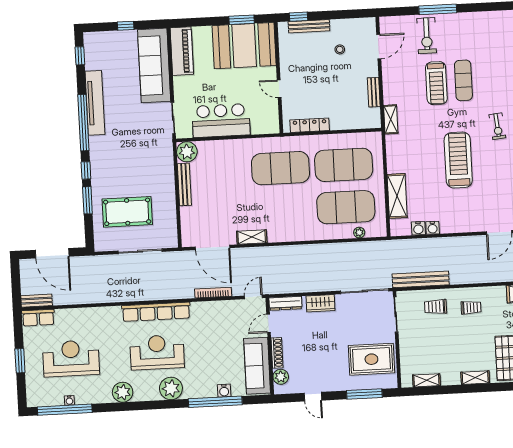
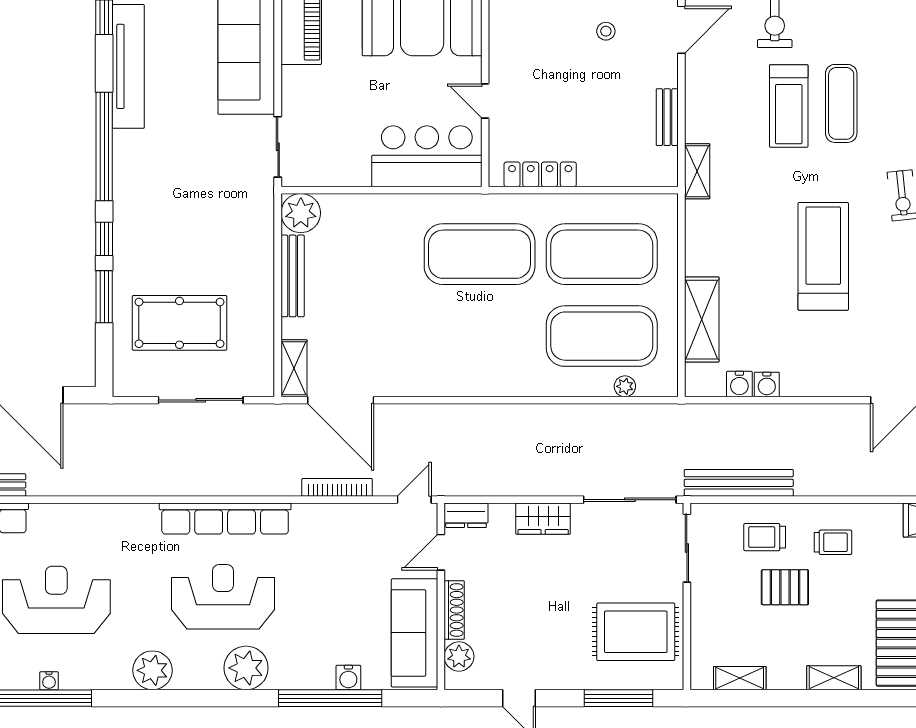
tv unit: (95, 103) -> (128, 66), moved
bar counter: (221, 120) -> (427, 156), moved
shelving: (252, 237) -> (294, 368), moved, turned 90
dresser: (285, 303) -> (466, 515), width x0.70
pallet: (447, 332) -> (785, 587), added

